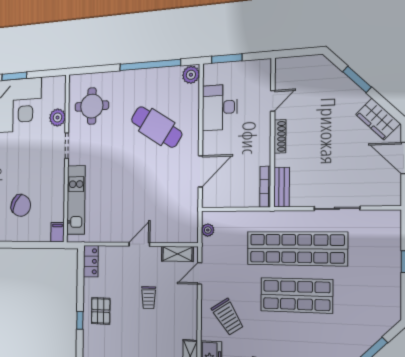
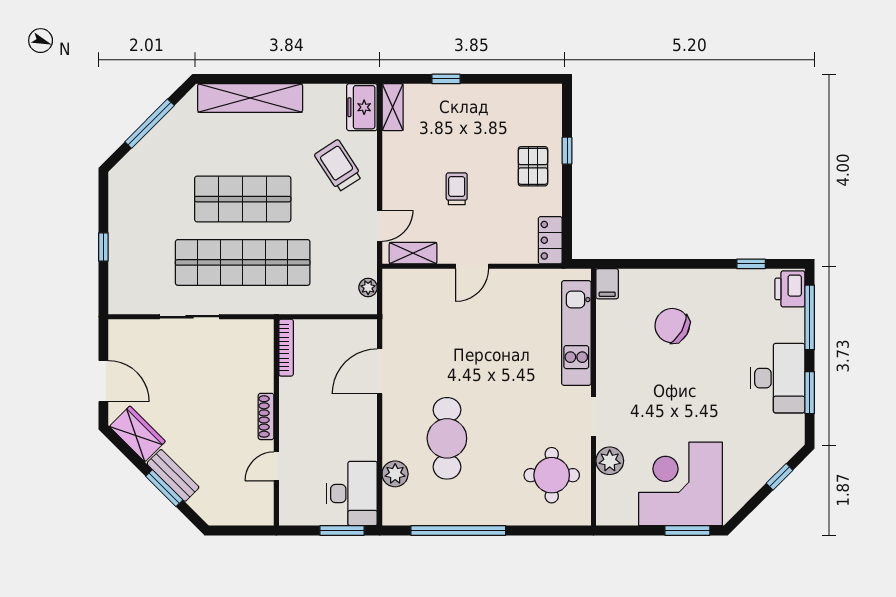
plant: (191, 75) -> (395, 474), moved
desk: (220, 107) -> (352, 494), moved
cafe table: (157, 127) -> (447, 438), turned 57
bench: (282, 187) -> (173, 475), moved, turned -45

